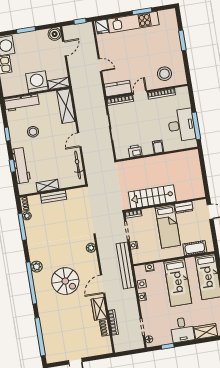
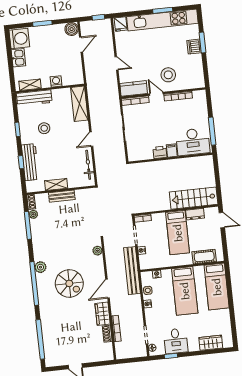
kitchen unit: (133, 22) -> (162, 20), width x1.36
dishwasher: (174, 45) -> (194, 47), added
stool: (164, 74) -> (168, 75), moved
washing machine: (37, 82) -> (56, 81), width x0.53, depth x0.53
shelving: (59, 83) -> (30, 85), moved
door: (140, 92) -> (156, 94), hinge flipped
desk: (181, 125) -> (193, 142), moved, turned 90
printer: (135, 151) -> (160, 152), moved
stairs: (152, 197) -> (194, 198), moved
desk: (182, 330) -> (176, 341), moved

